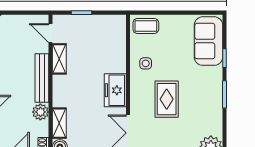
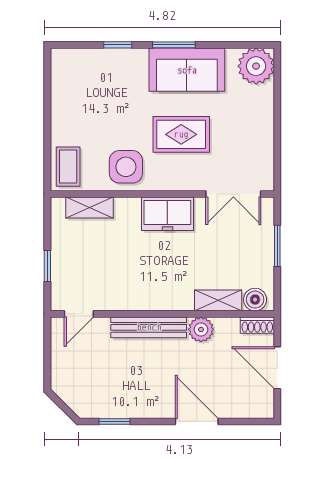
sofa: (208, 41) -> (187, 70), moved
shelving: (59, 59) -> (90, 208), moved
side table: (146, 63) -> (126, 167), width x1.87, depth x1.87

